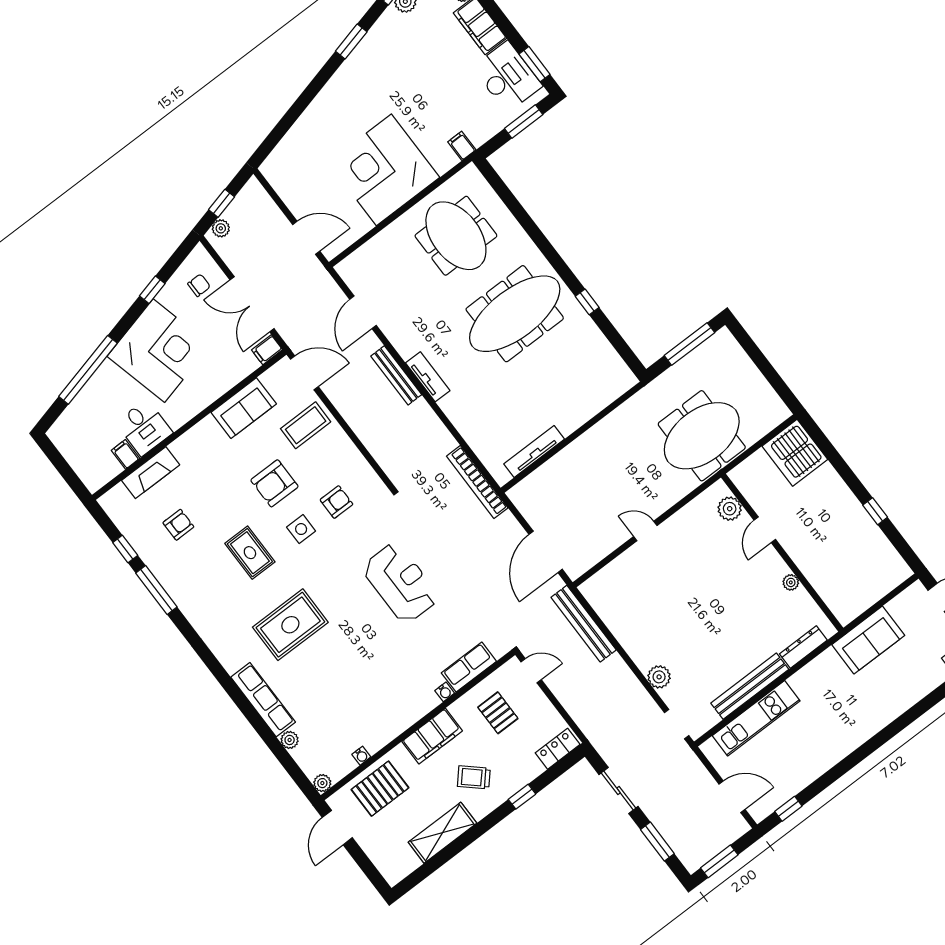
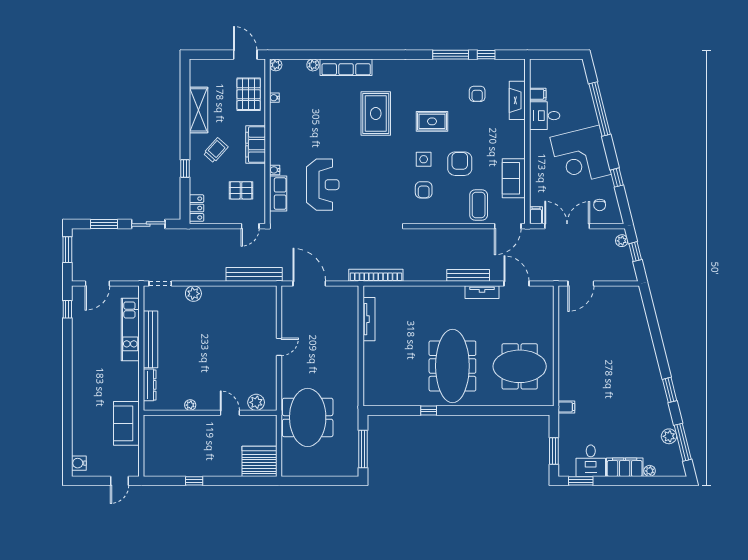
desk: (507, 77) -> (591, 461), width x0.73
corner desk: (384, 170) -> (586, 354), removed
tv unit: (428, 377) -> (482, 292), moved
reception desk: (400, 583) -> (323, 185), moved, turned -90

